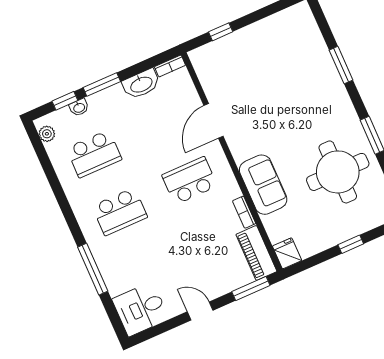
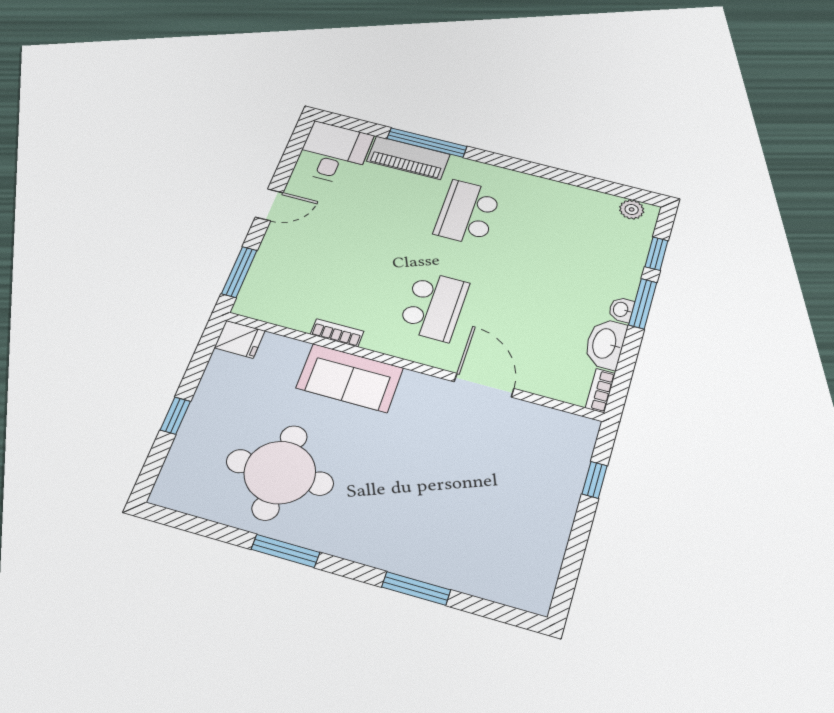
washbasin: (79, 108) -> (621, 310), moved
school desk: (94, 154) -> (563, 237), removed
piano: (256, 253) -> (408, 158), moved, turned 180

